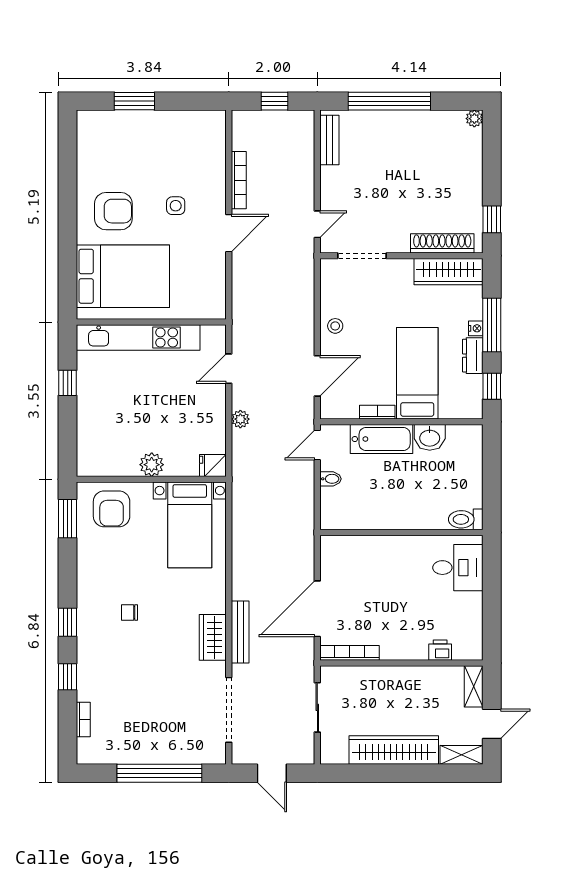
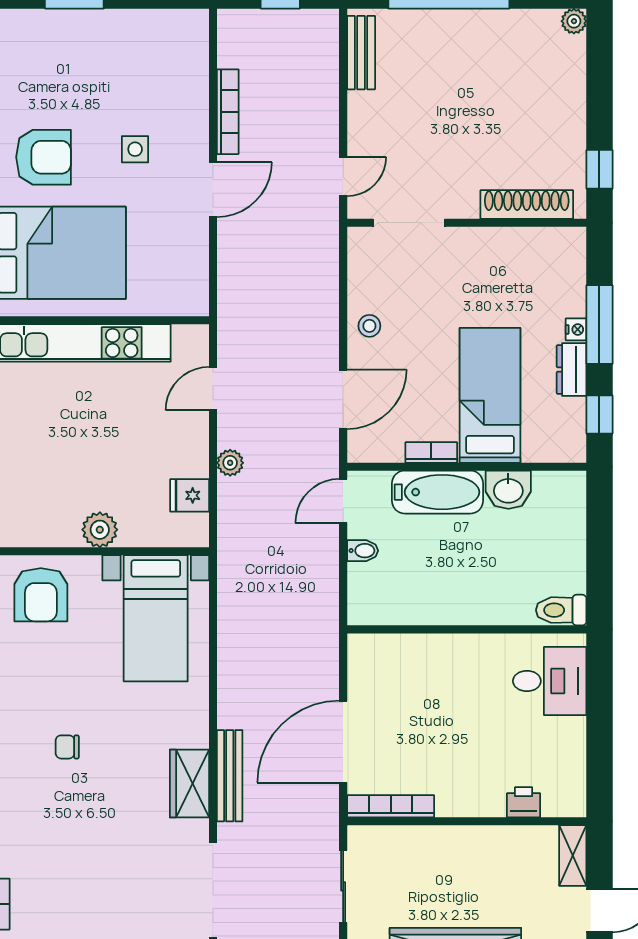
wardrobe: (449, 272) -> (536, 246), removed
fridge: (213, 466) -> (190, 495), moved

